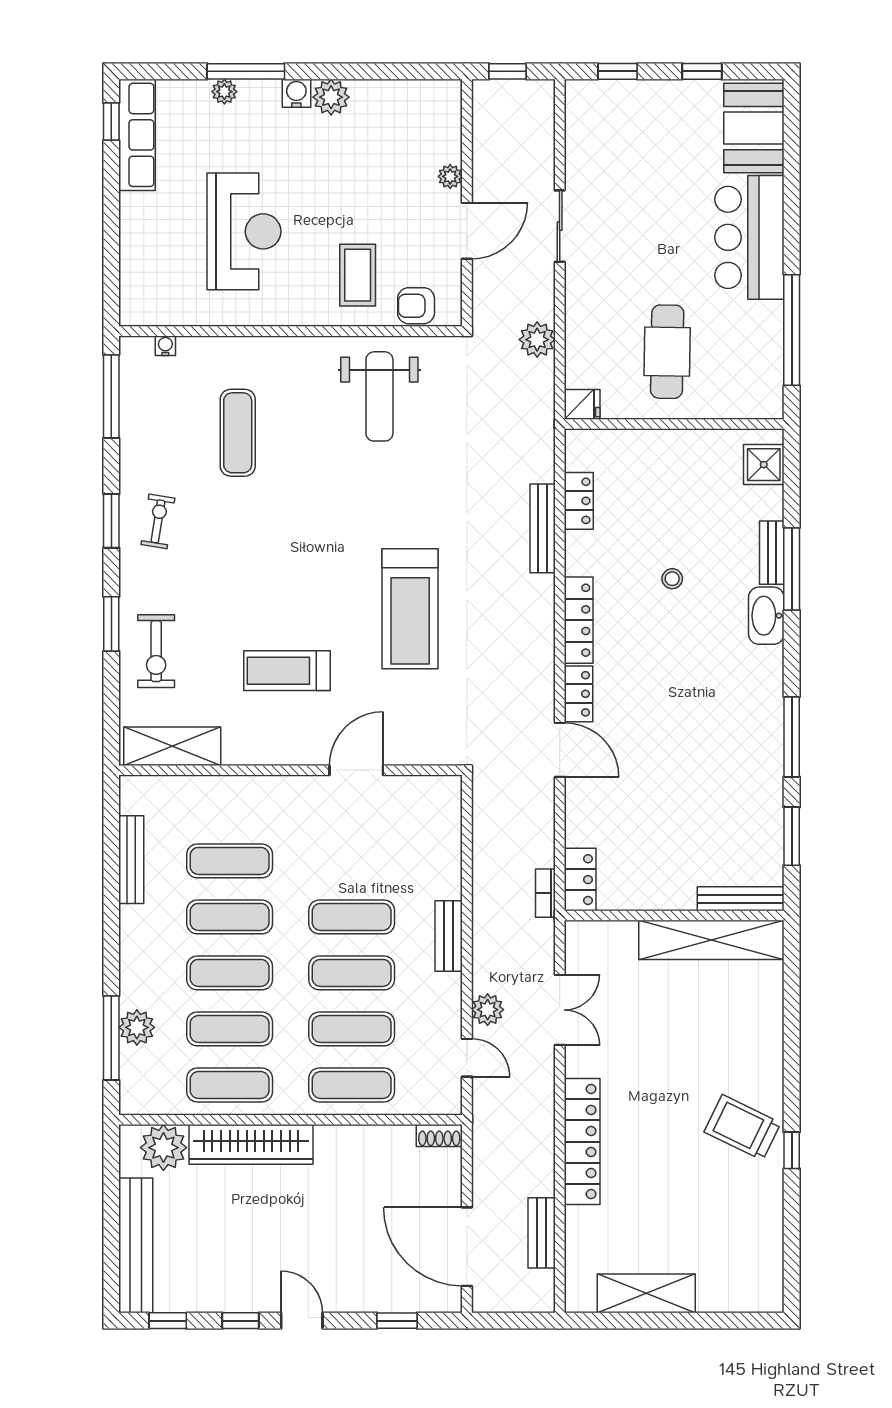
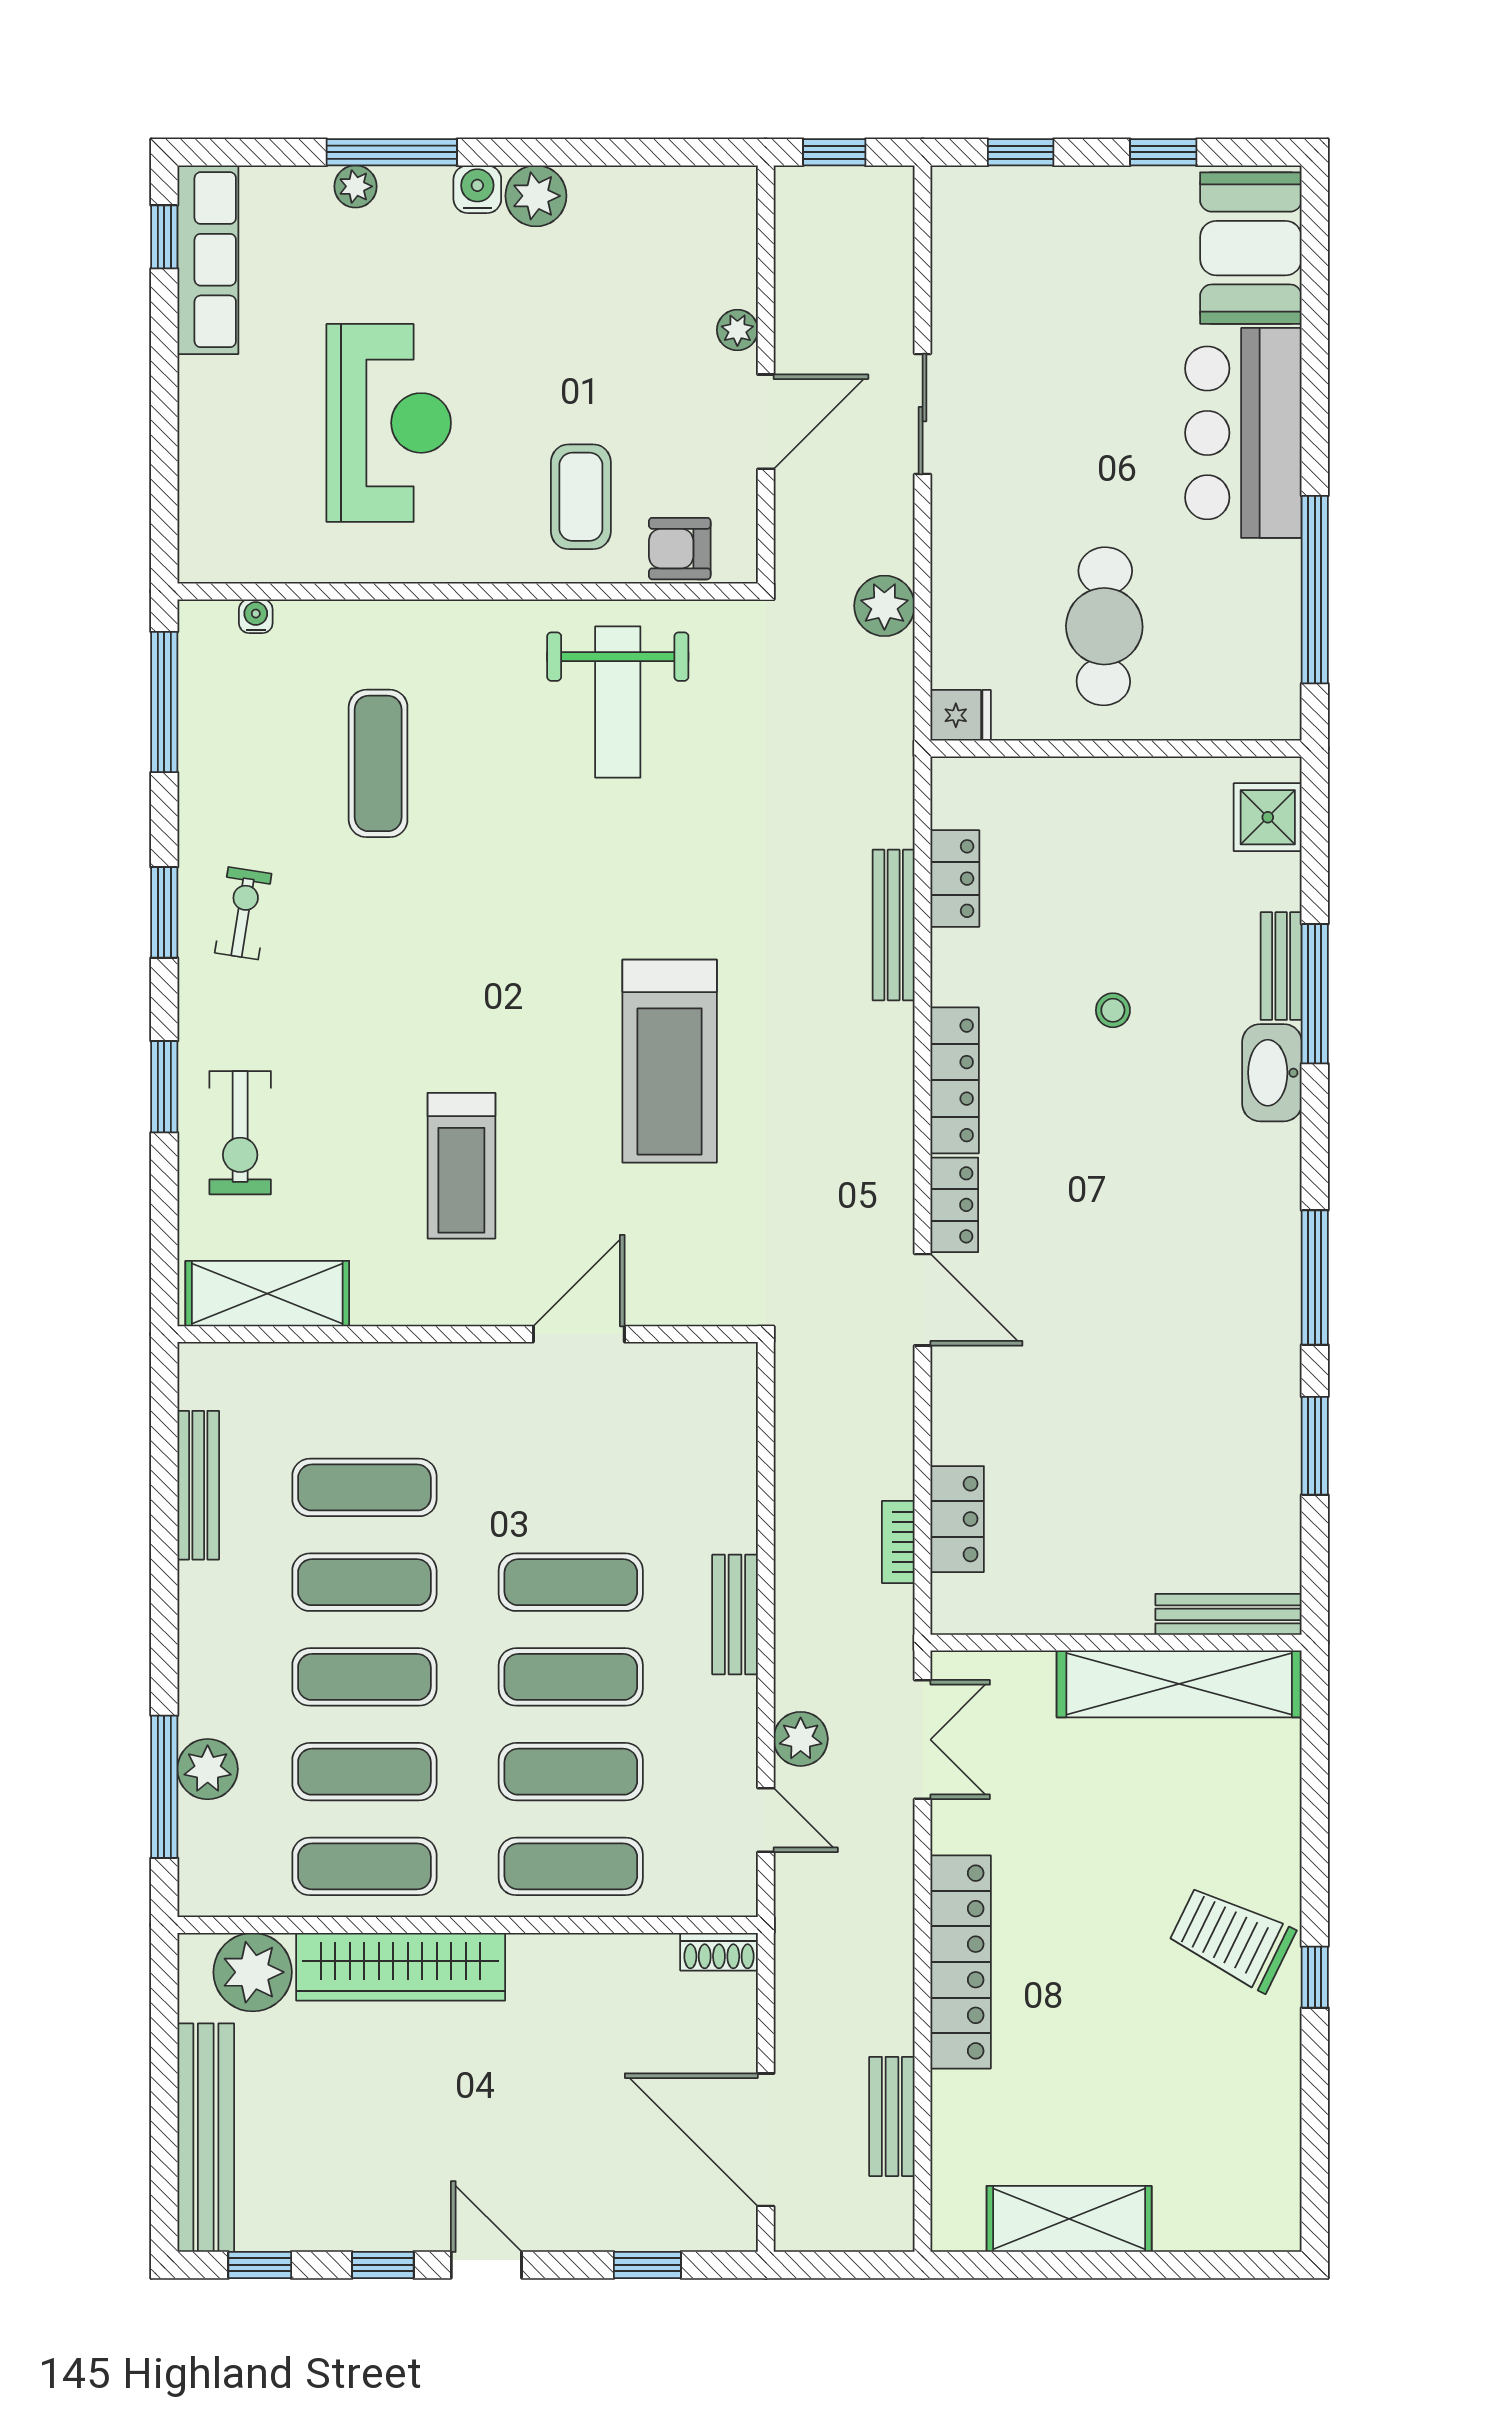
treadmill: (287, 671) -> (461, 1166), turned -90
bench: (741, 899) -> (1228, 1614), moved
wall: (674, 916) -> (1116, 1643), moved
shelving: (711, 940) -> (1179, 1684), moved

